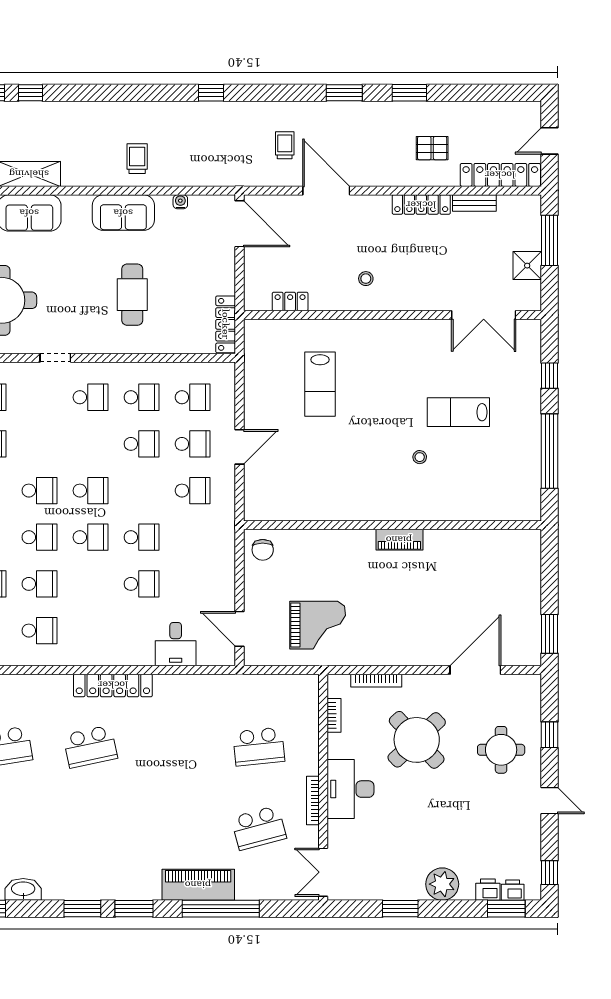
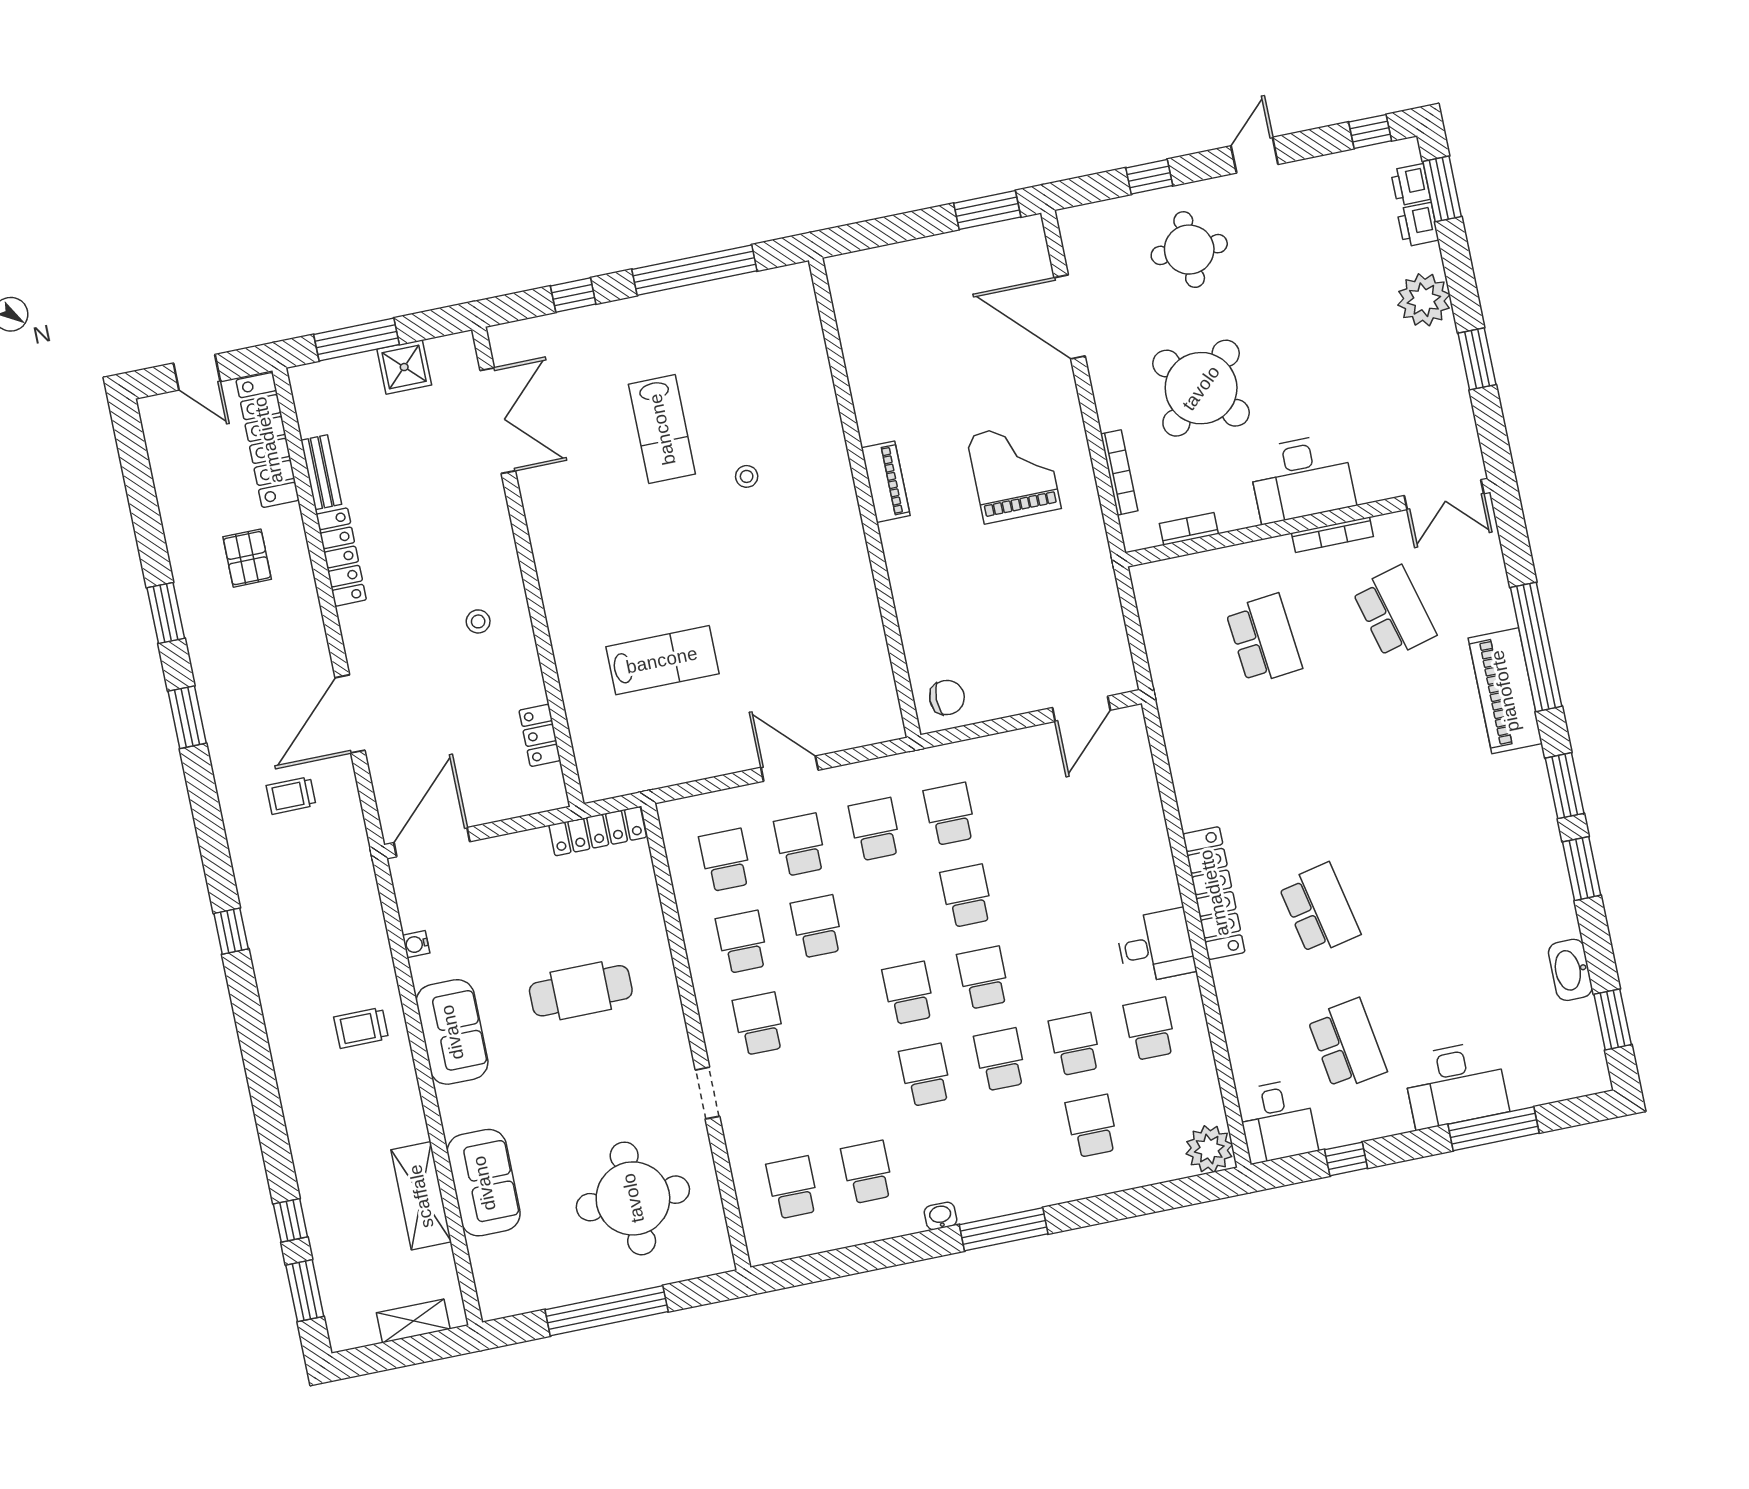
school desk: (142, 584) -> (950, 814), moved
grand piano: (318, 625) -> (1014, 472), moved
desk: (176, 644) -> (1156, 946), moved

